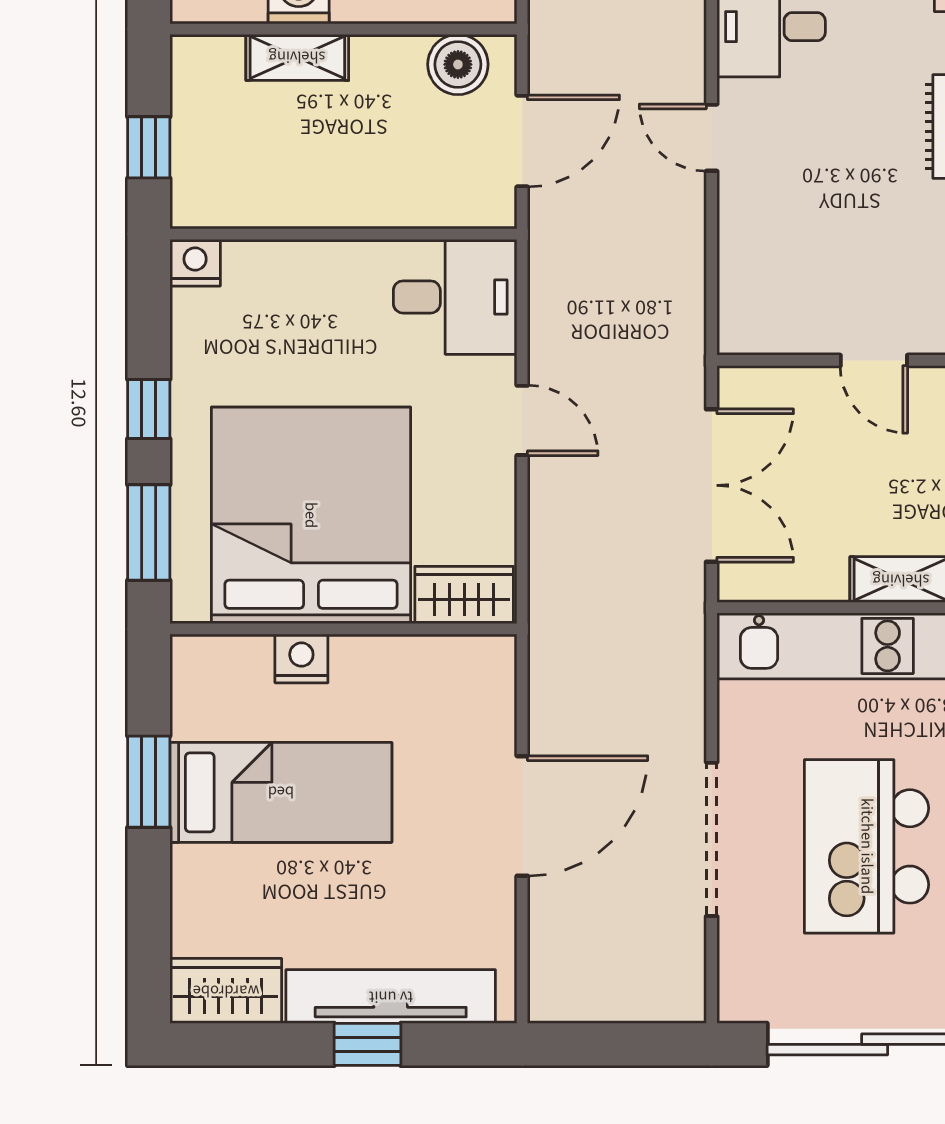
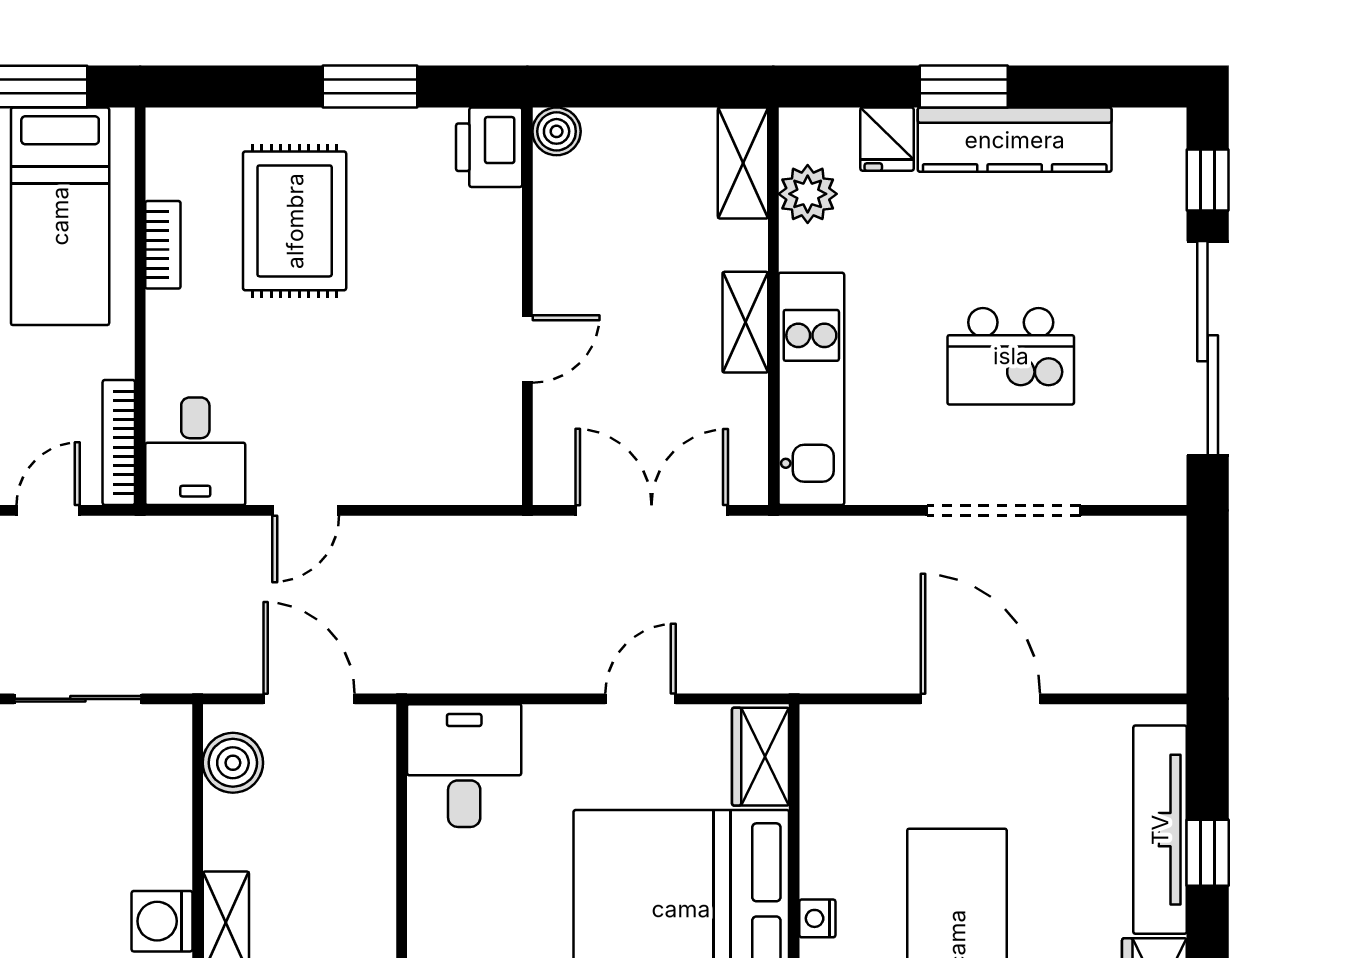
door: (522, 420) -> (640, 699), moved
nightstand: (301, 658) -> (817, 918), width x0.72, depth x0.74
kitchen island: (867, 846) -> (1011, 356), width x0.73, depth x0.78

